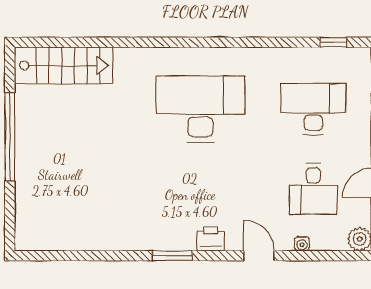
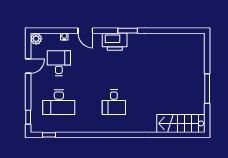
desk: (200, 109) -> (114, 102), width x0.53, depth x0.77
window: (10, 137) -> (207, 89), width x0.68
printer: (211, 239) -> (115, 42), width x1.87, depth x1.48

